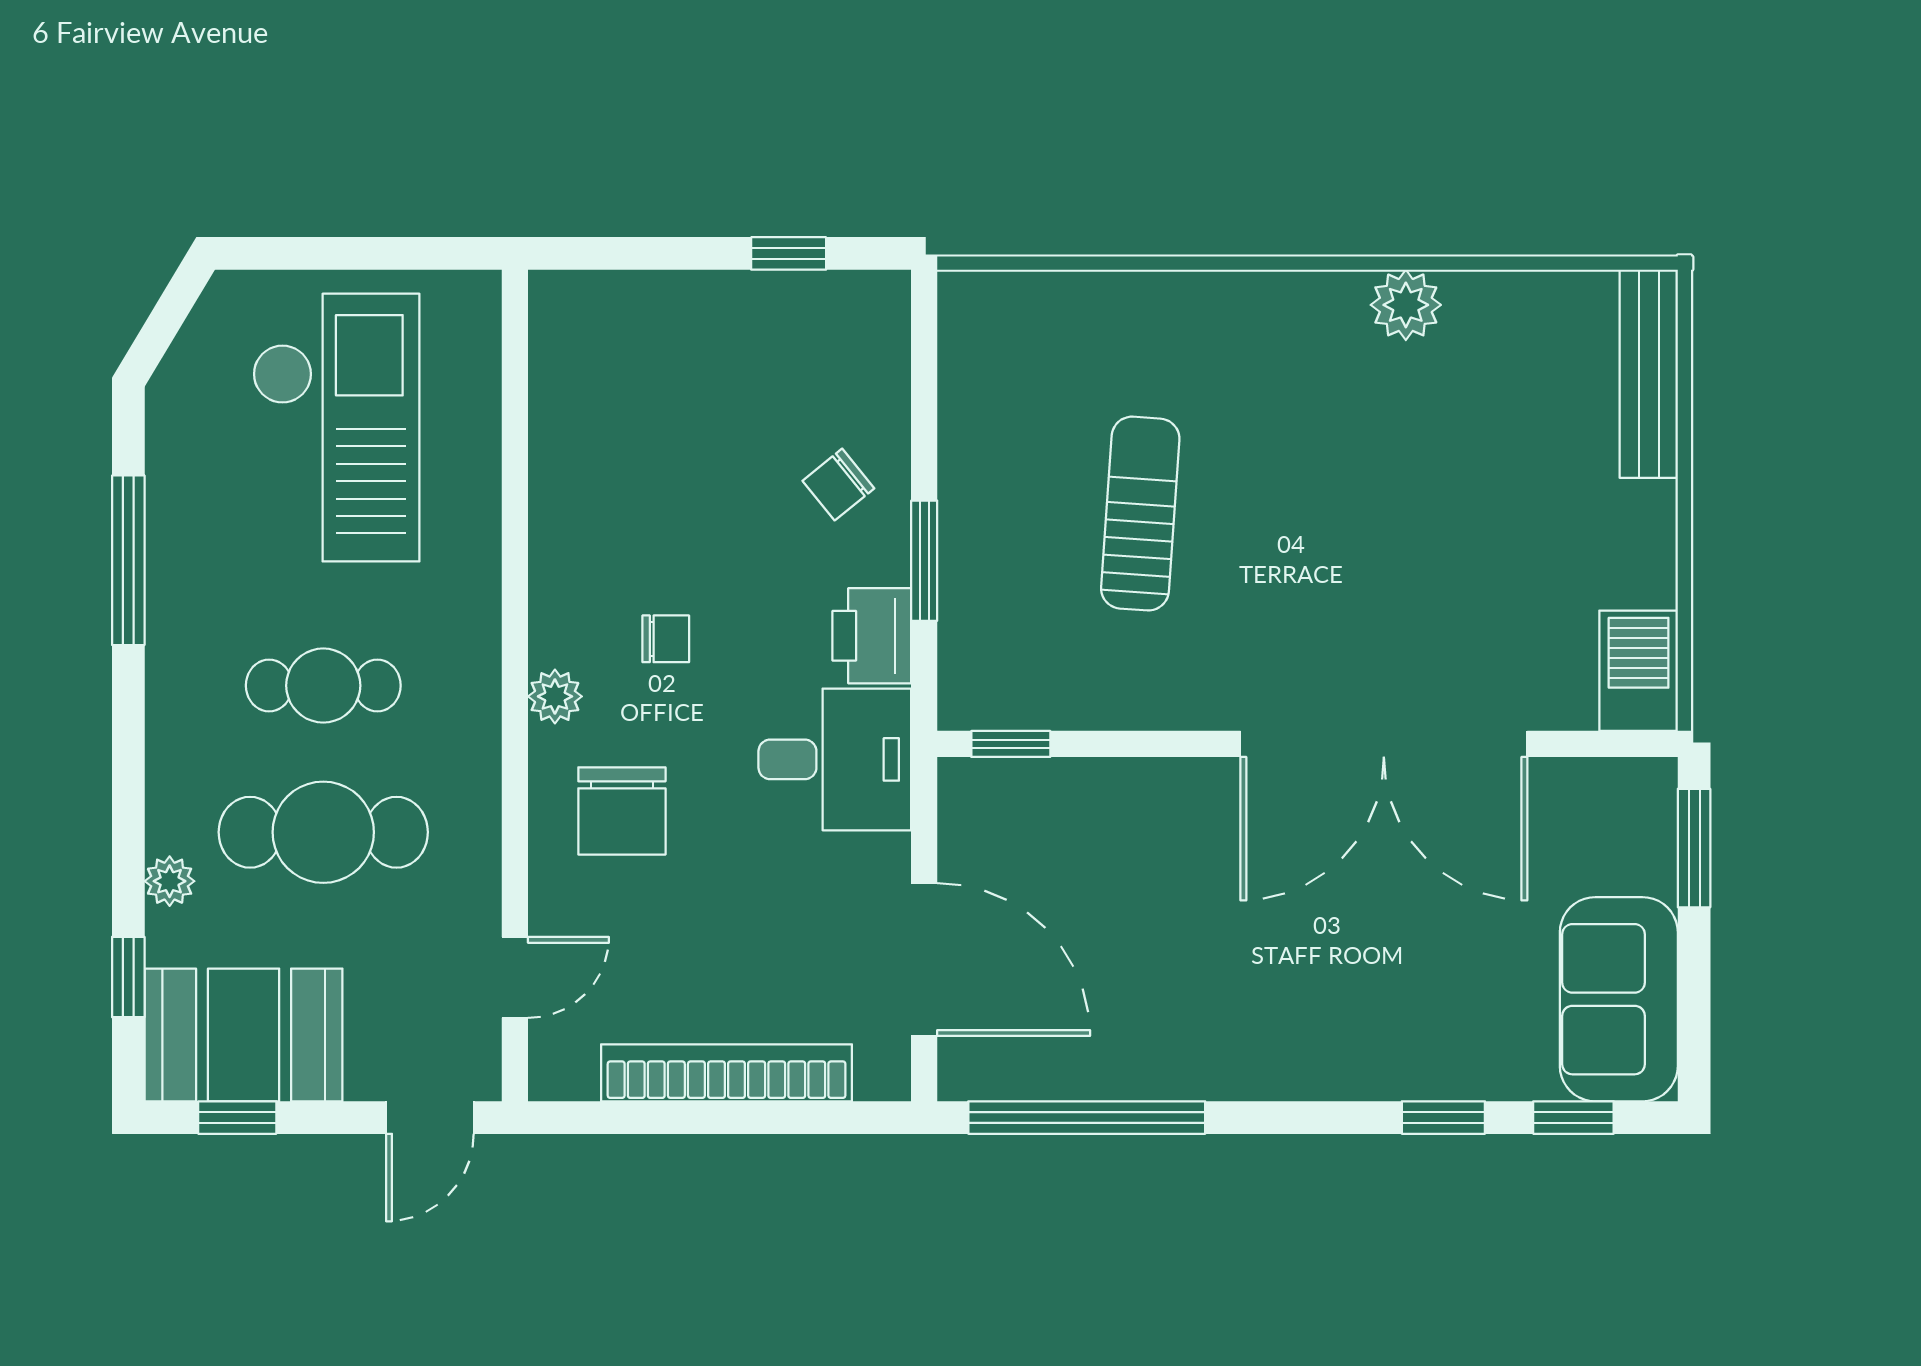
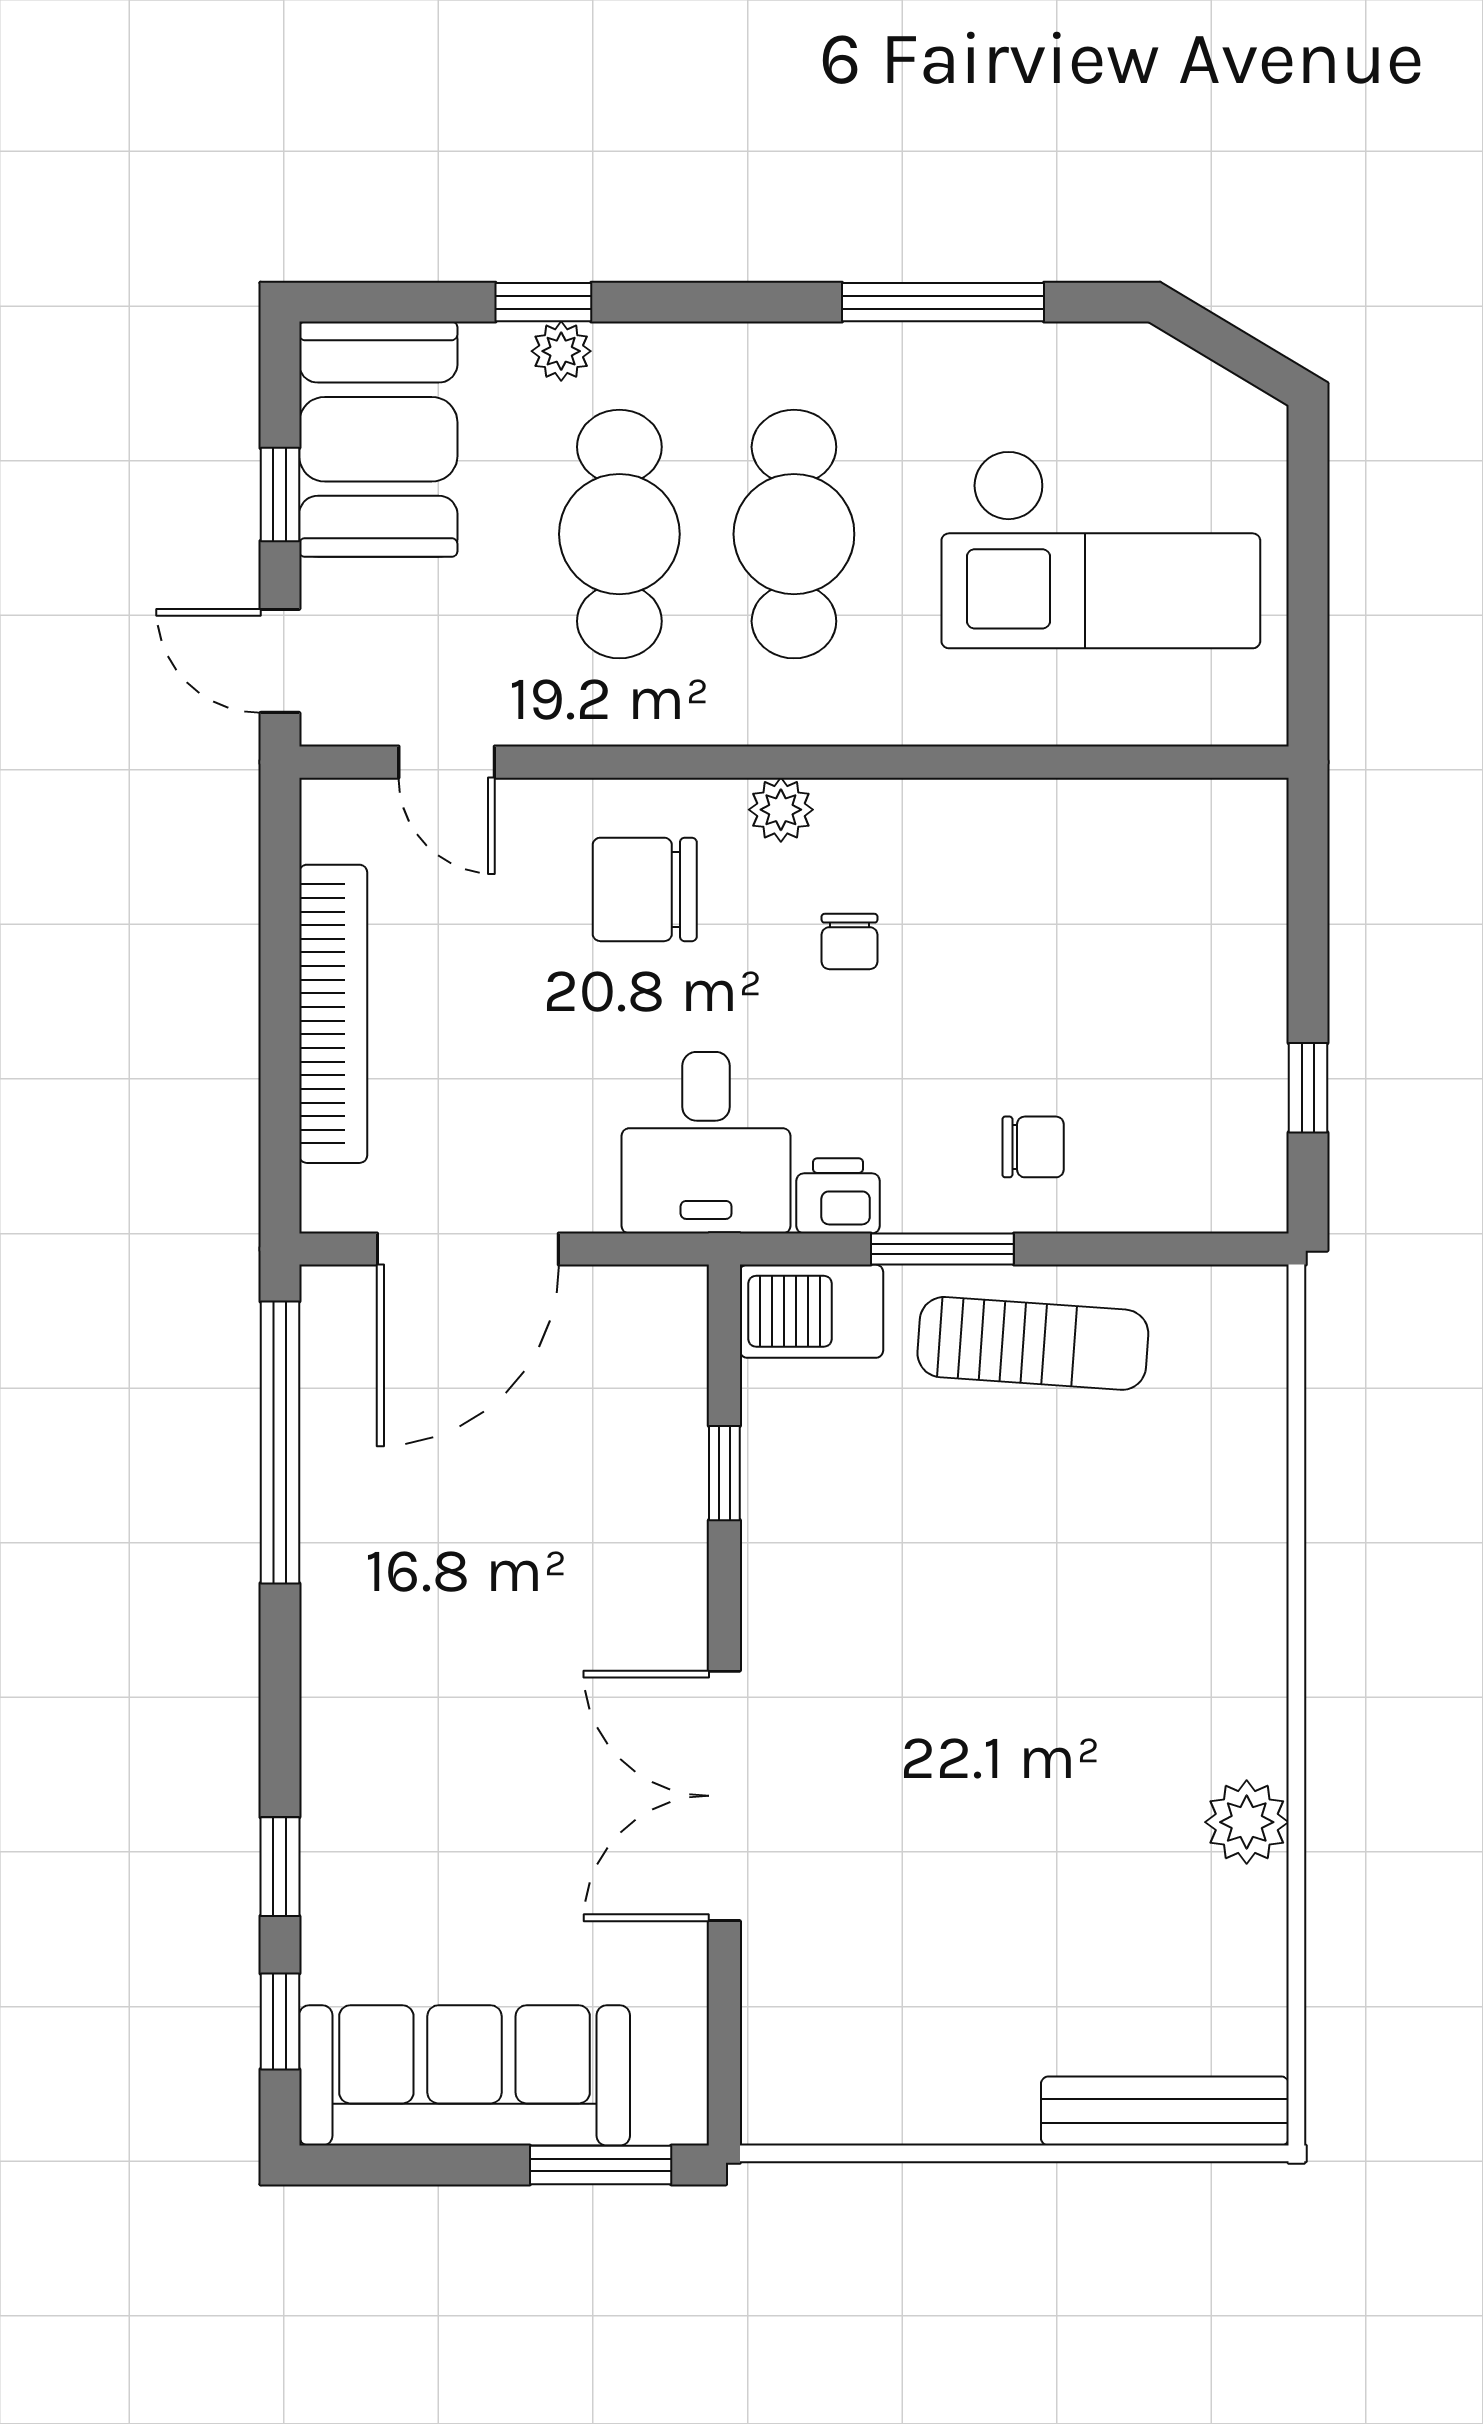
chair: (838, 485) -> (1033, 1147), turned 129
sun lounger: (1140, 514) -> (1033, 1343), moved
printer: (872, 636) -> (838, 1196), width x0.73, depth x0.81
barbecue: (1639, 671) -> (811, 1311), moved, turned 180
cafe table: (323, 686) -> (794, 534), width x1.37, depth x1.35
window: (1011, 744) -> (724, 1473), moved
double door: (1384, 744) -> (724, 1796), width x0.73
window: (128, 977) -> (543, 302), moved
sofa: (1619, 999) -> (465, 2075), width x1.36
window: (237, 1118) -> (280, 495), moved

